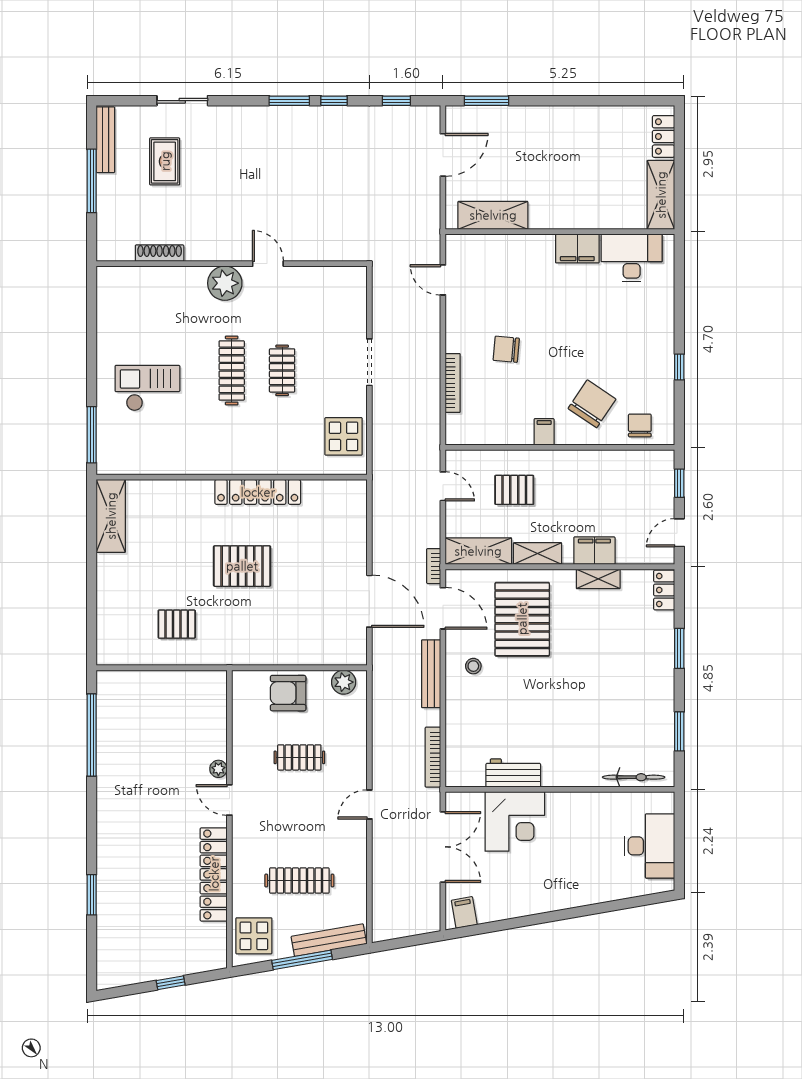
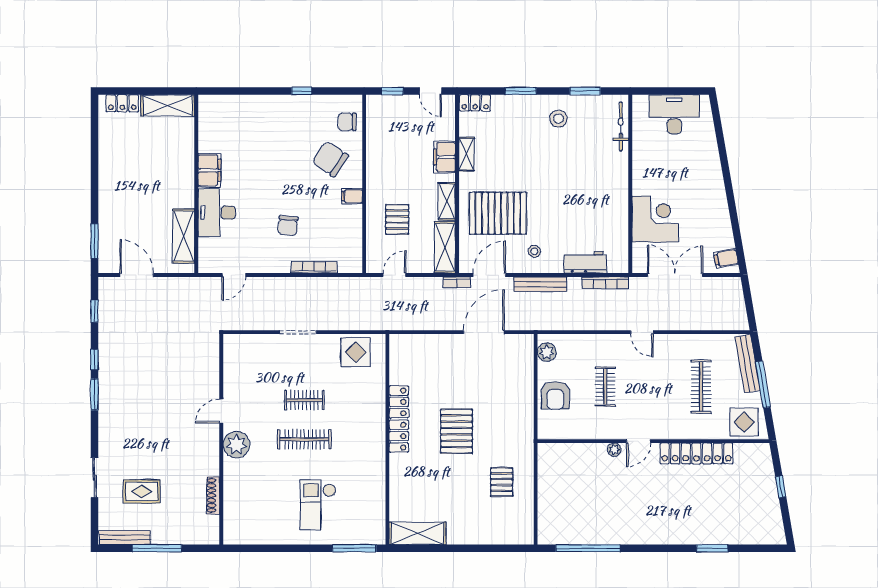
desk: (632, 258) -> (217, 213), moved
stool: (644, 697) -> (558, 119), added
workbench: (513, 773) -> (585, 262), moved, turned 90

